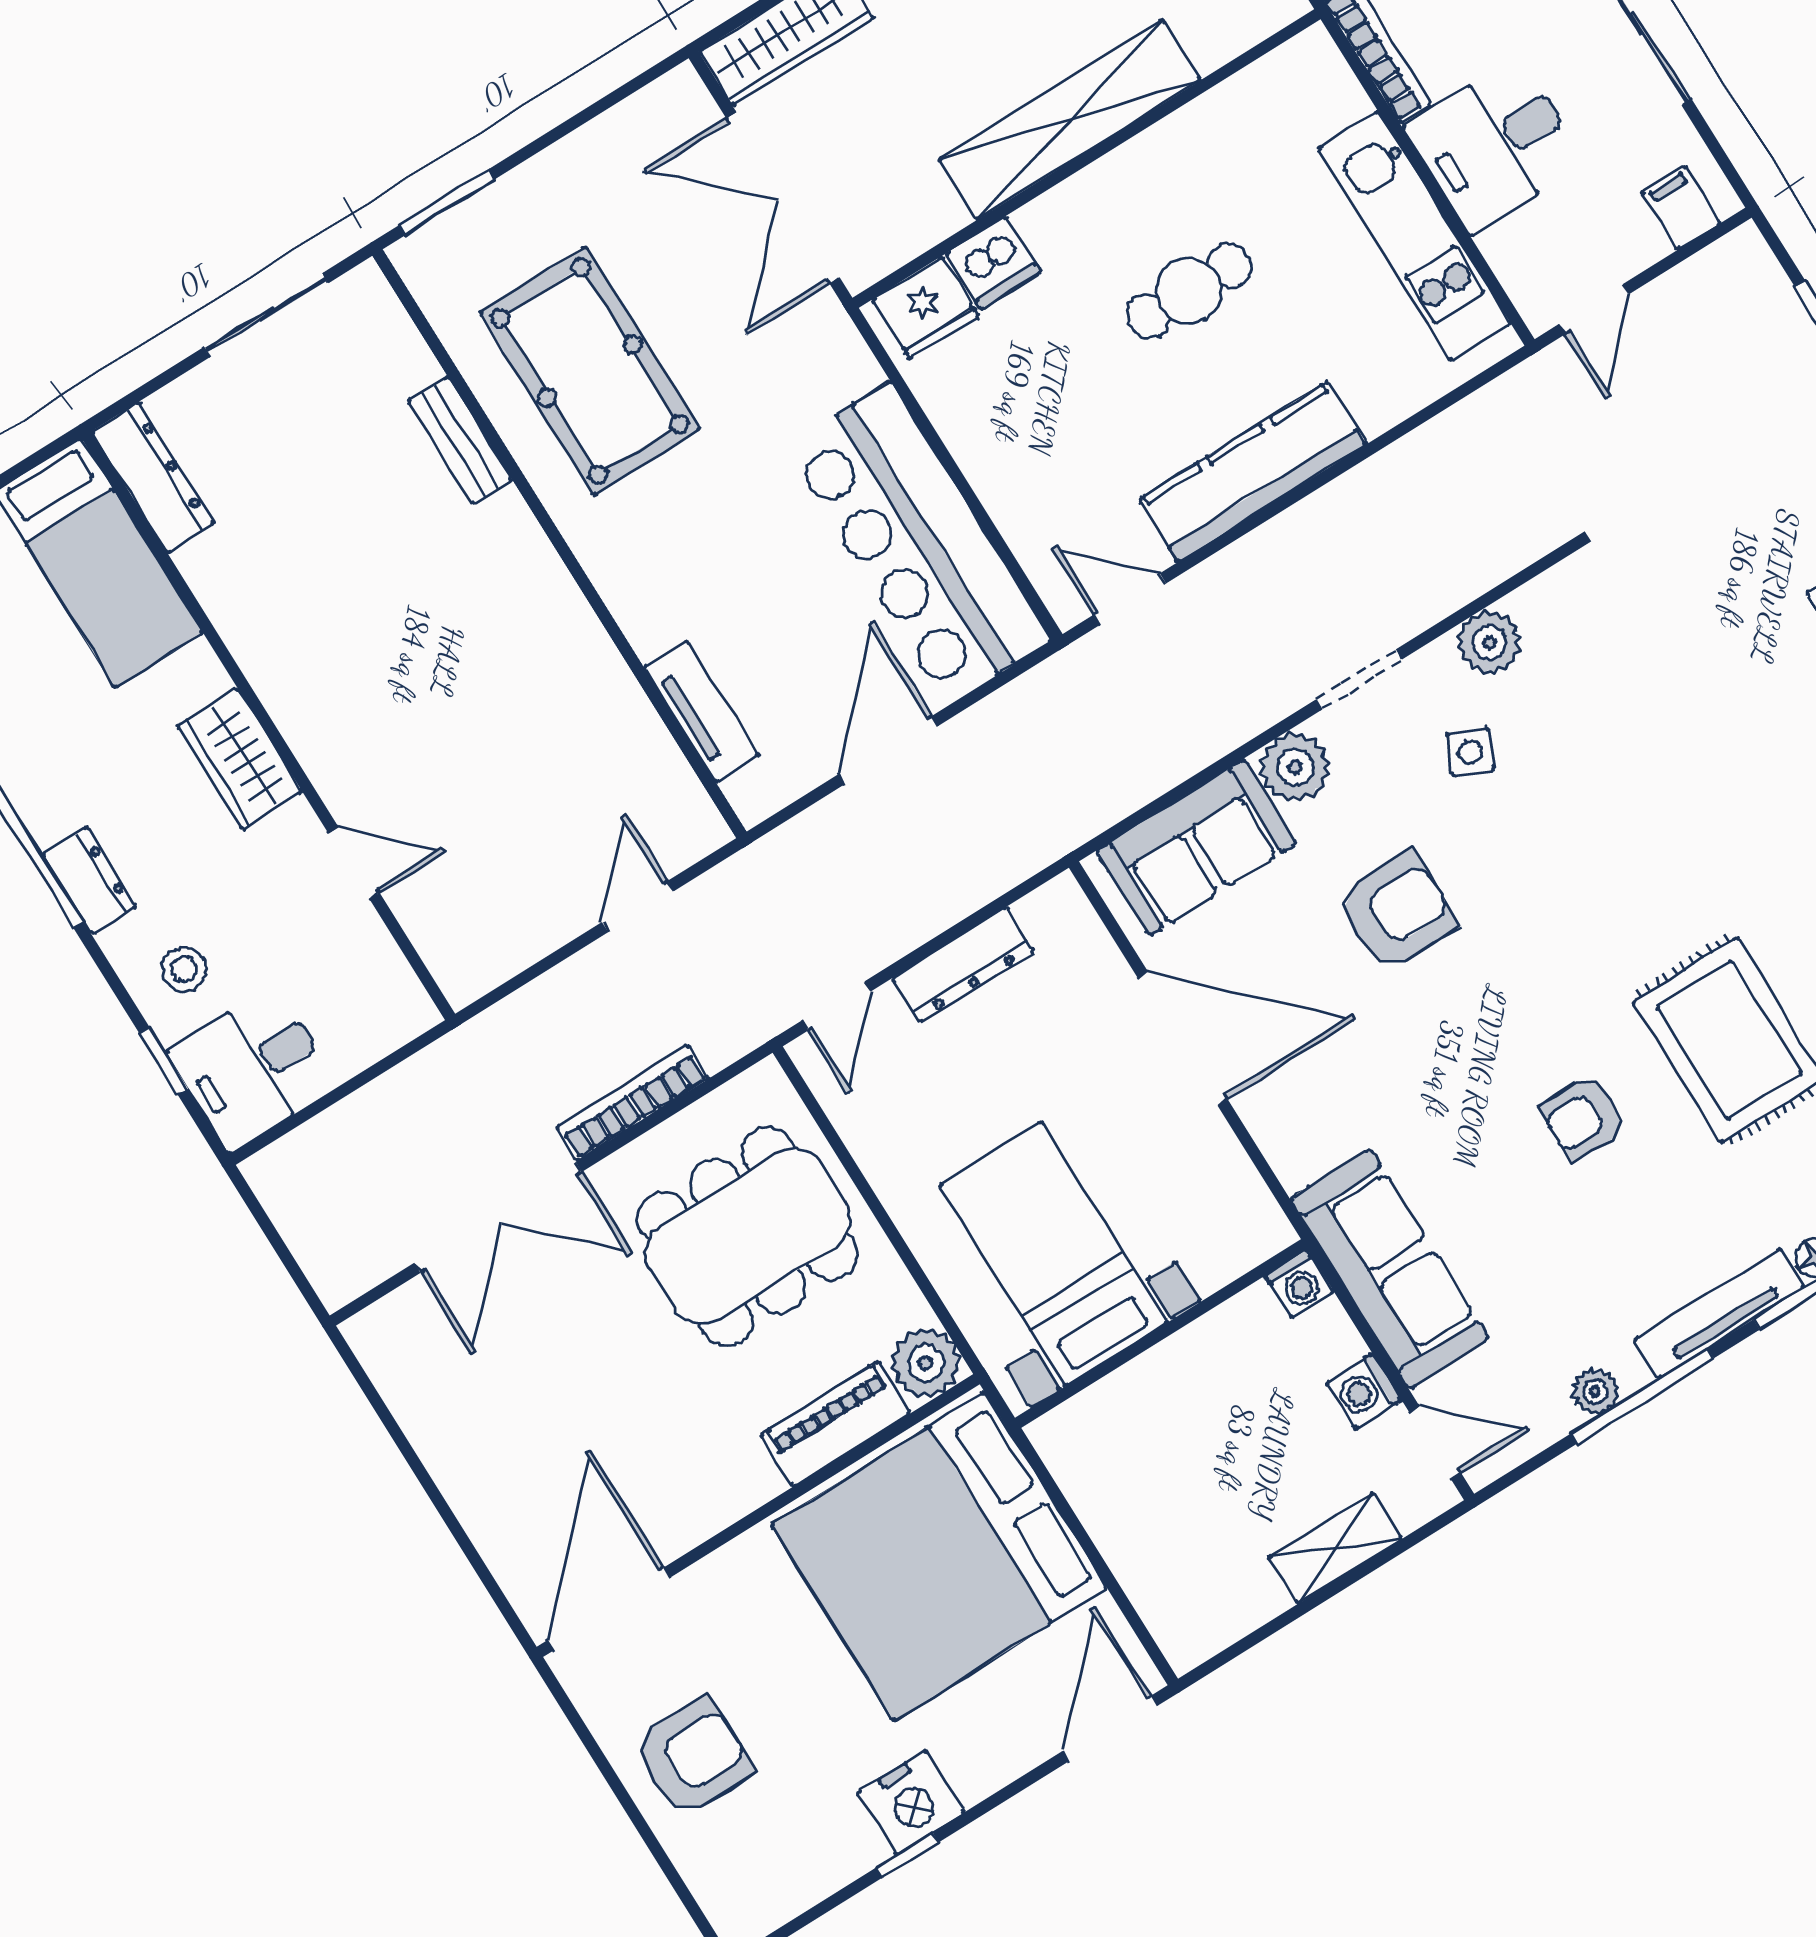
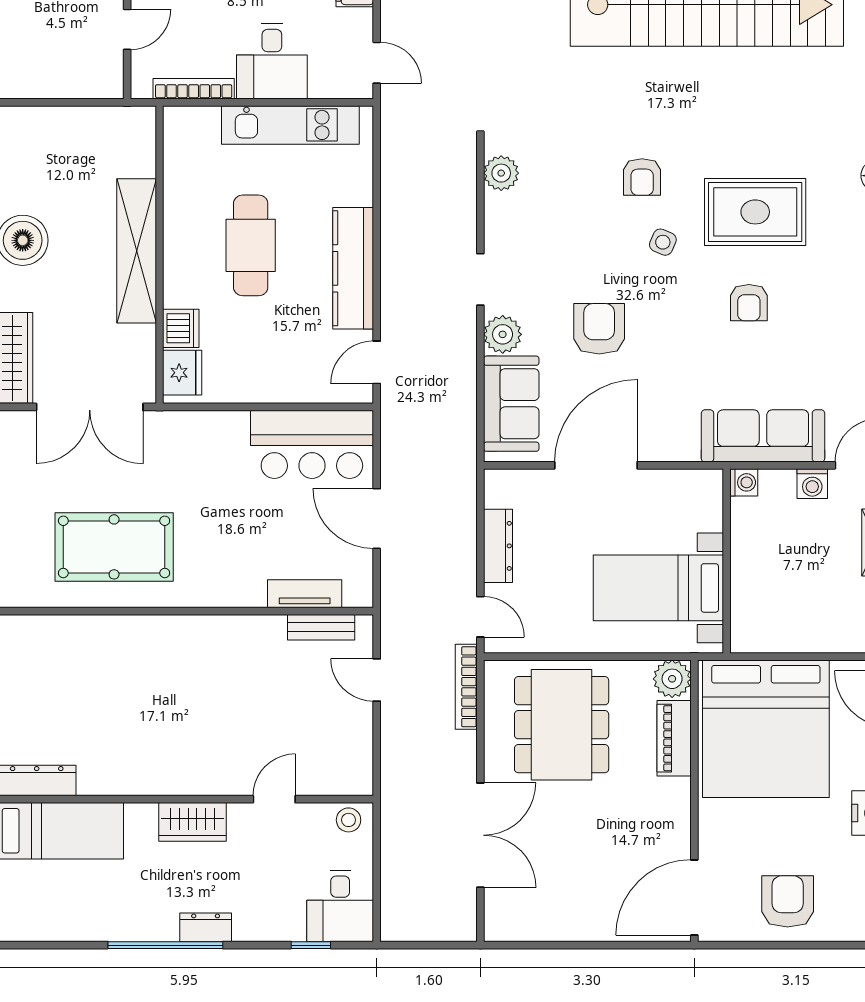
cafe table: (1189, 291) -> (251, 245), width x1.37, depth x1.35
bench: (460, 440) -> (321, 627), moved
bar counter: (919, 544) -> (312, 444), width x0.73
plant: (1489, 643) -> (501, 173), moved
side table: (1470, 752) -> (663, 242), moved
armchair: (1674, 831) -> (642, 177), added
stool: (184, 969) -> (349, 820), moved
bookcase: (632, 1103) -> (466, 687), moved
door: (609, 1609) -> (694, 897), hinge flipped

